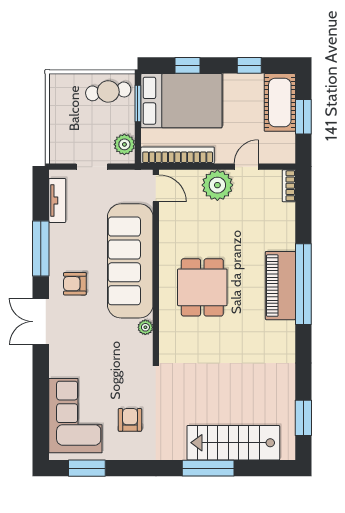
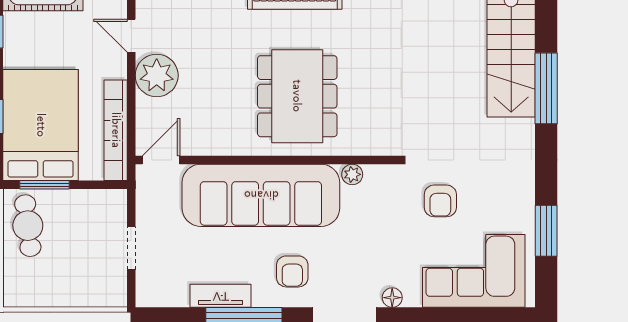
plant: (124, 144) -> (101, 203), removed
tv unit: (57, 200) -> (221, 296), moved
dining table: (202, 287) -> (297, 96), width x1.37
floor lamp: (56, 356) -> (392, 298), added
armchair: (130, 420) -> (440, 201), moved, turned -90
window: (87, 468) -> (546, 231), moved

